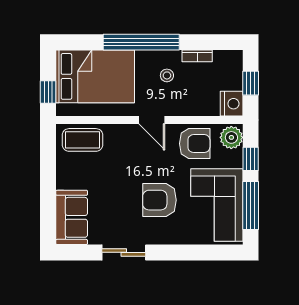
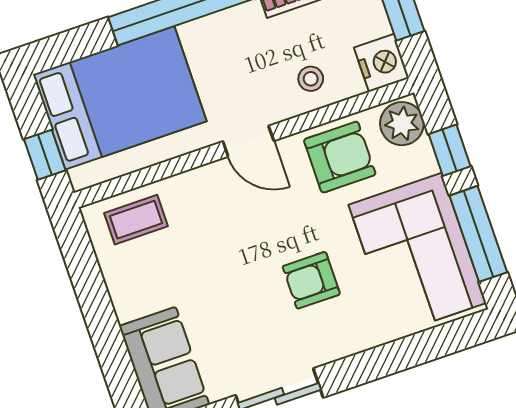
stool: (167, 75) -> (311, 79), moved
coffee table: (82, 140) -> (136, 220), width x0.73, depth x0.77
armchair: (159, 200) -> (311, 280), width x0.72, depth x0.72

